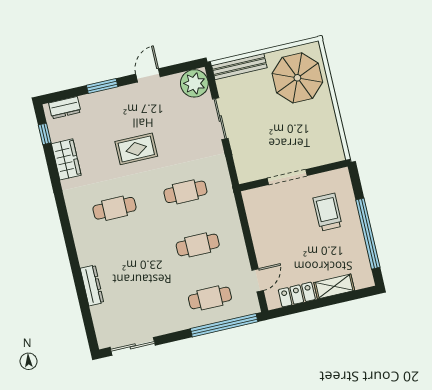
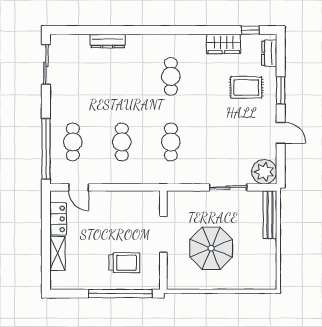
parasol: (297, 78) -> (211, 248), moved
rug: (136, 149) -> (246, 87), moved, turned 90
window: (368, 234) -> (120, 294), moved

